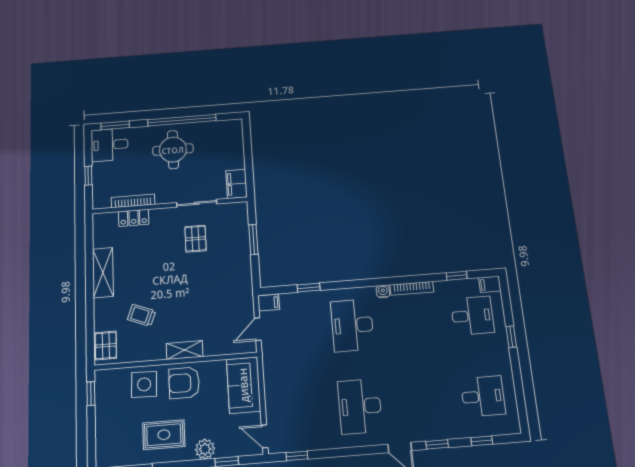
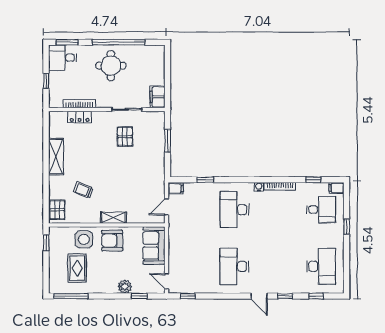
desk: (483, 396) -> (321, 266), width x1.37
rug: (164, 435) -> (77, 268), moved, turned 90

